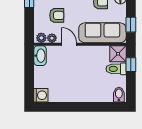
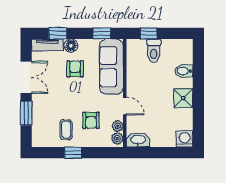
armchair: (57, 15) -> (91, 120), turned 180
door: (69, 44) -> (125, 106), swing flipped
shower: (118, 54) -> (183, 98), moved
bidet: (119, 95) -> (184, 71), moved

